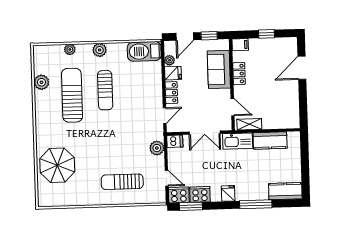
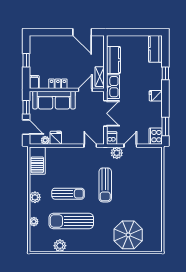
door: (302, 68) -> (82, 32), moved
sofa: (219, 69) -> (54, 100), width x1.36
locker: (171, 93) -> (72, 140), removed
door: (167, 178) -> (130, 146), moved
sun lounger: (122, 182) -> (105, 185), moved
cooker: (200, 194) -> (156, 119), removed
window: (256, 204) -> (165, 73), width x0.46

